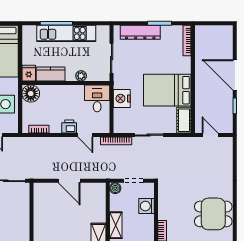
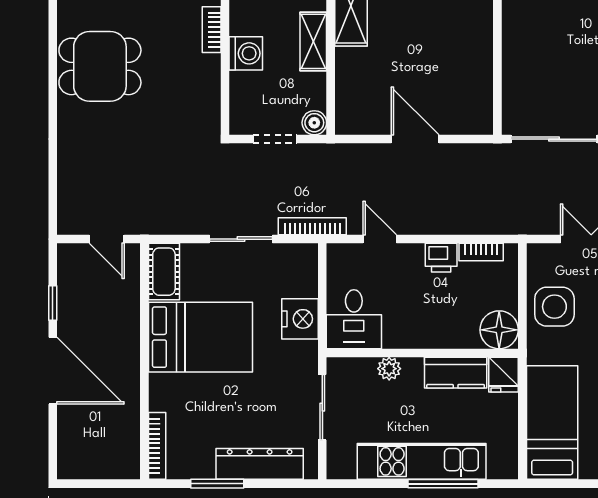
printer: (69, 127) -> (441, 258), moved
washing machine: (147, 206) -> (246, 53), moved

